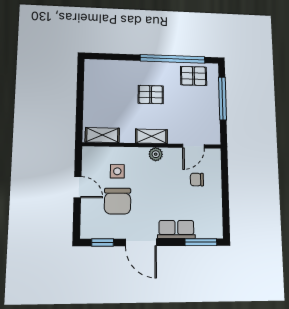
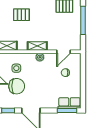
pallet: (151, 95) -> (21, 15), moved
chair: (118, 201) -> (17, 86), turned -90
row of seats: (176, 229) -> (69, 103), moved

